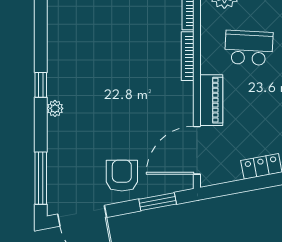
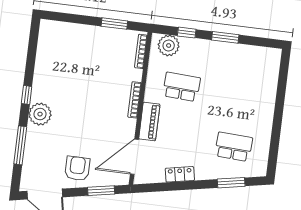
bookcase: (188, 56) -> (135, 100), moved
plant: (55, 108) -> (40, 114), width x1.87, depth x1.87
window: (41, 178) -> (20, 145), moved

